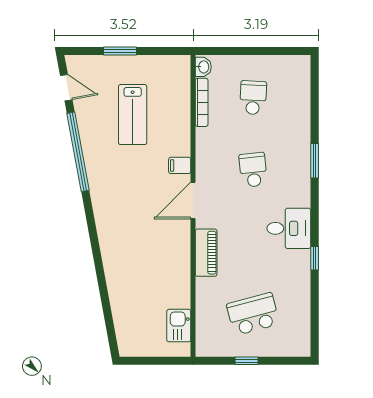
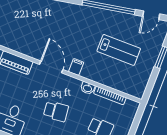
washbasin: (203, 67) -> (88, 88), moved
lab bench: (133, 115) -> (119, 50), turned 180

